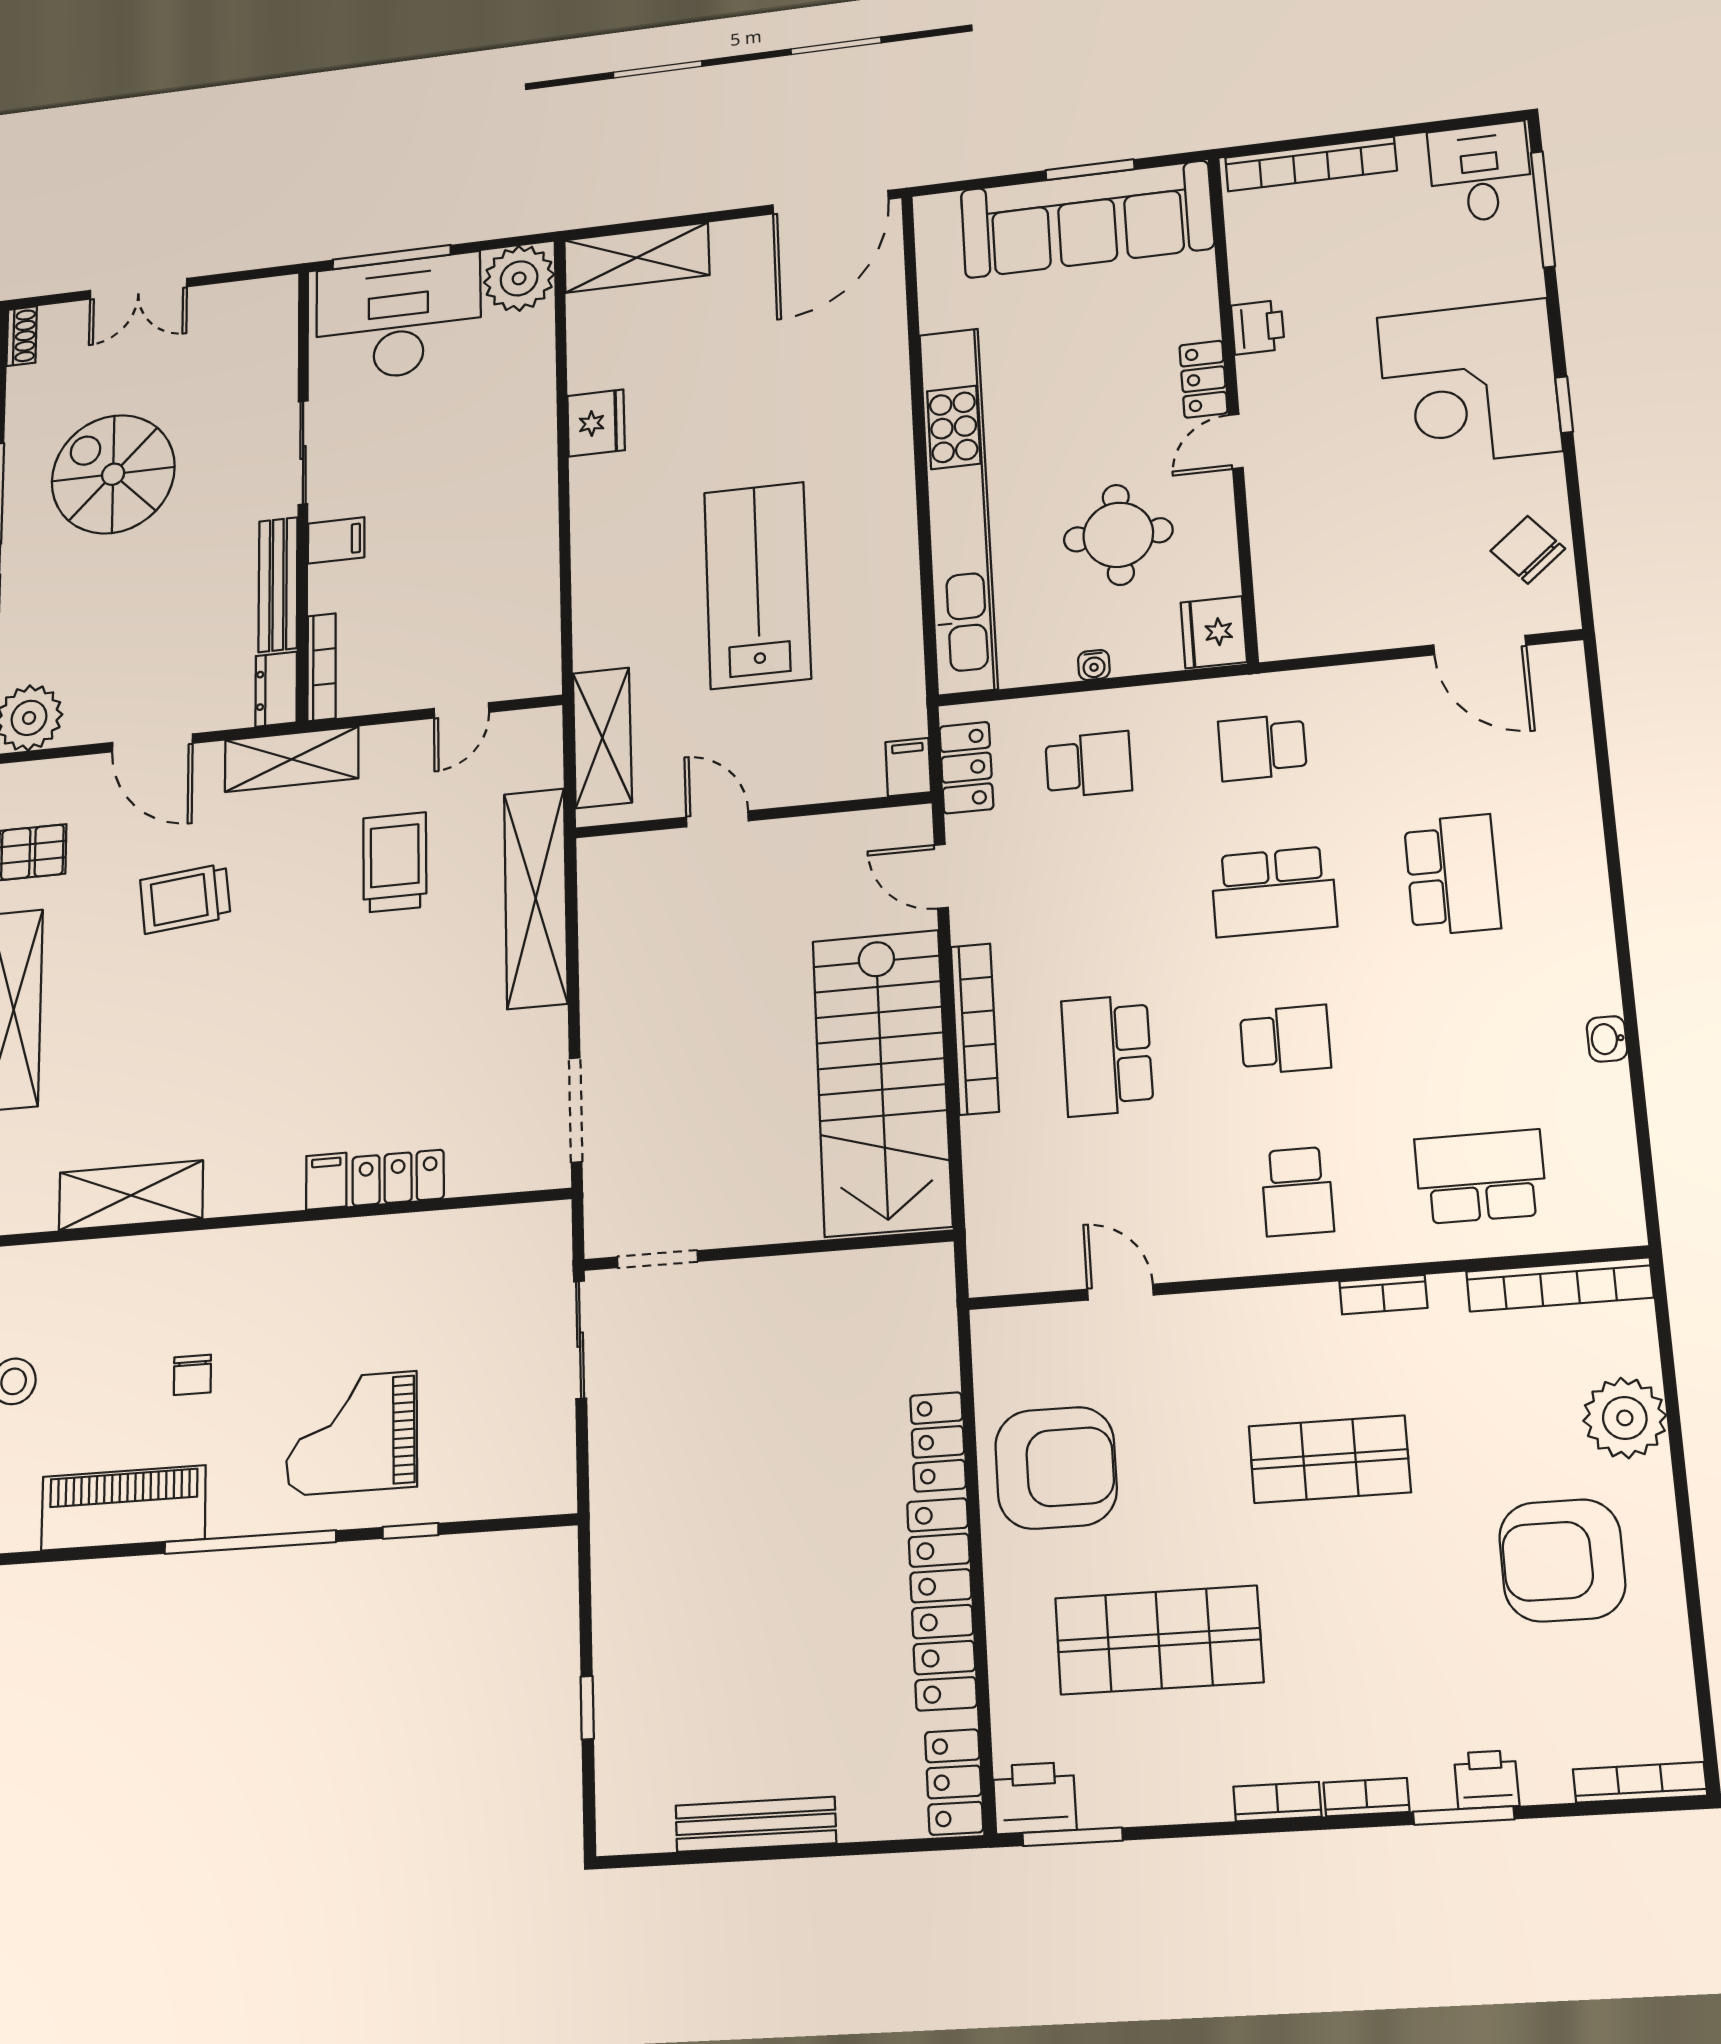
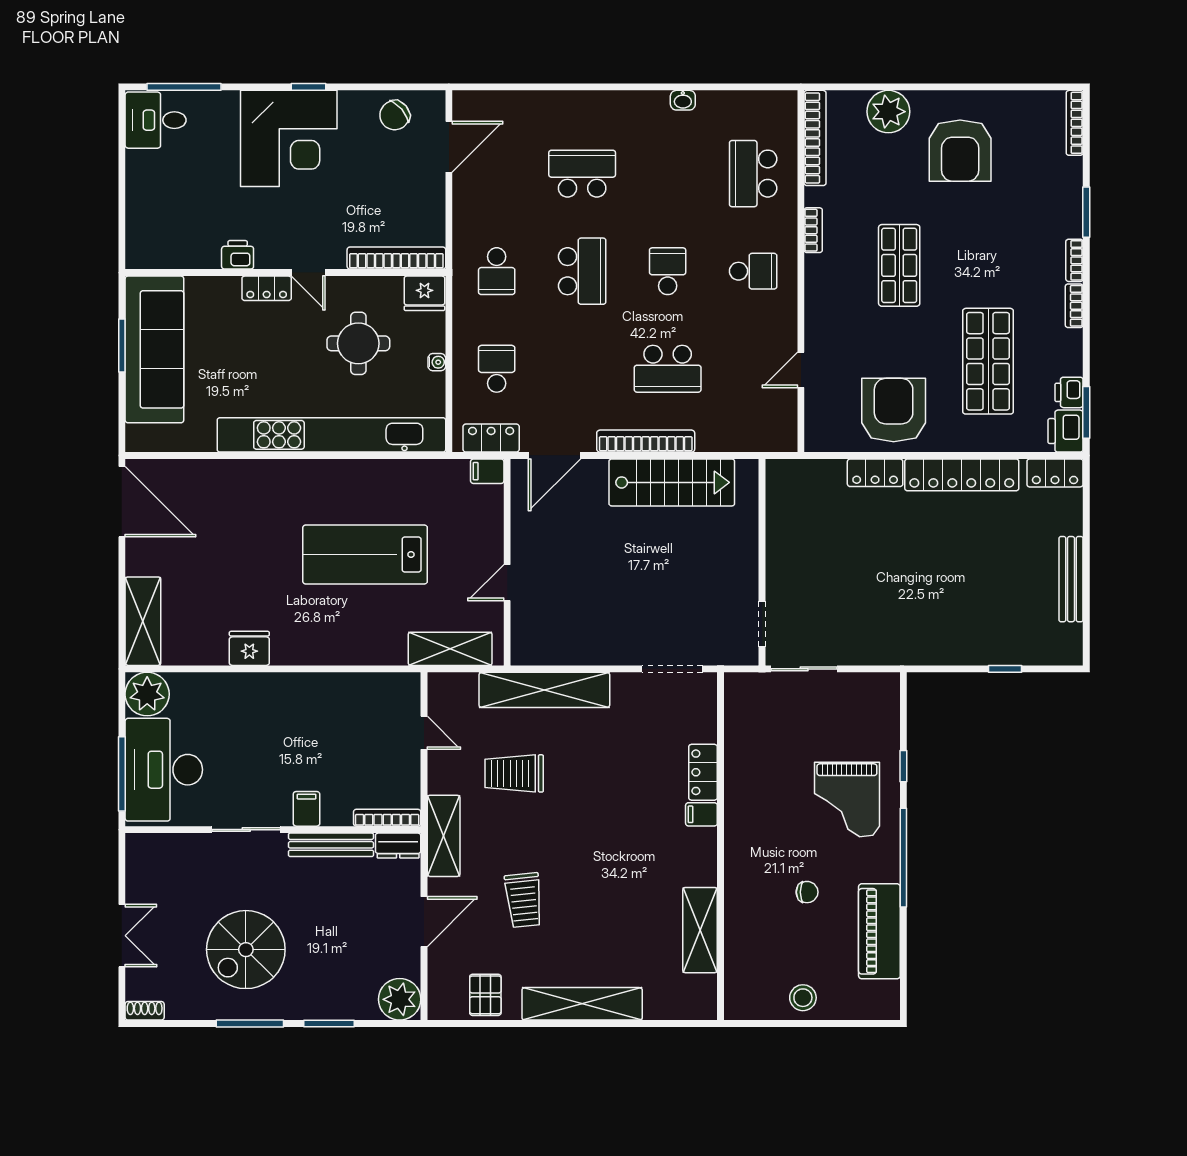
bookcase: (1311, 164) -> (396, 258), moved, turned -90
door: (941, 876) -> (555, 455), width x1.38
stairs: (882, 1082) -> (672, 482), width x0.73, depth x0.66
printer: (1486, 1780) -> (1069, 392), moved

